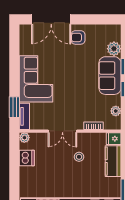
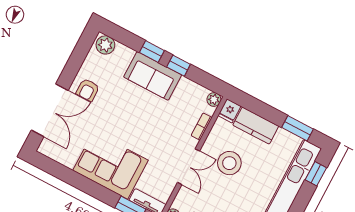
plant: (114, 49) -> (105, 45), moved
plant: (116, 111) -> (214, 100), moved
stool: (79, 157) -> (229, 163), width x1.89, depth x1.89

